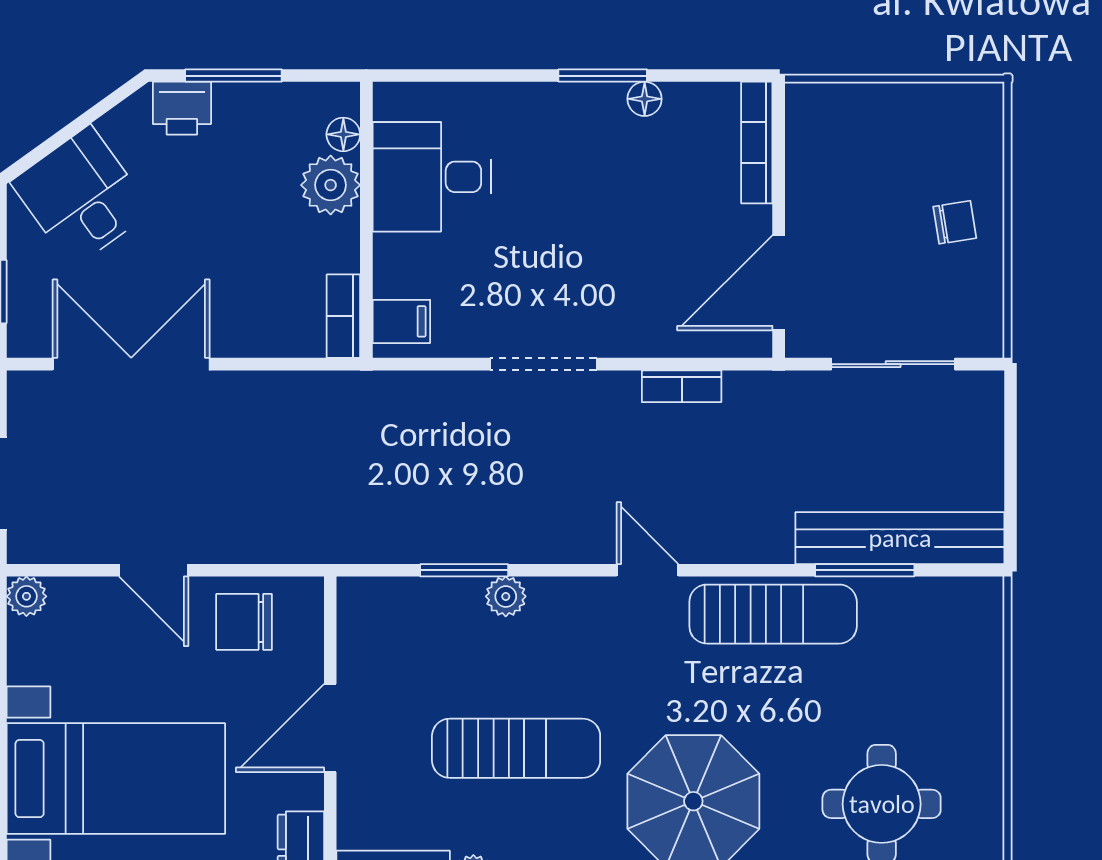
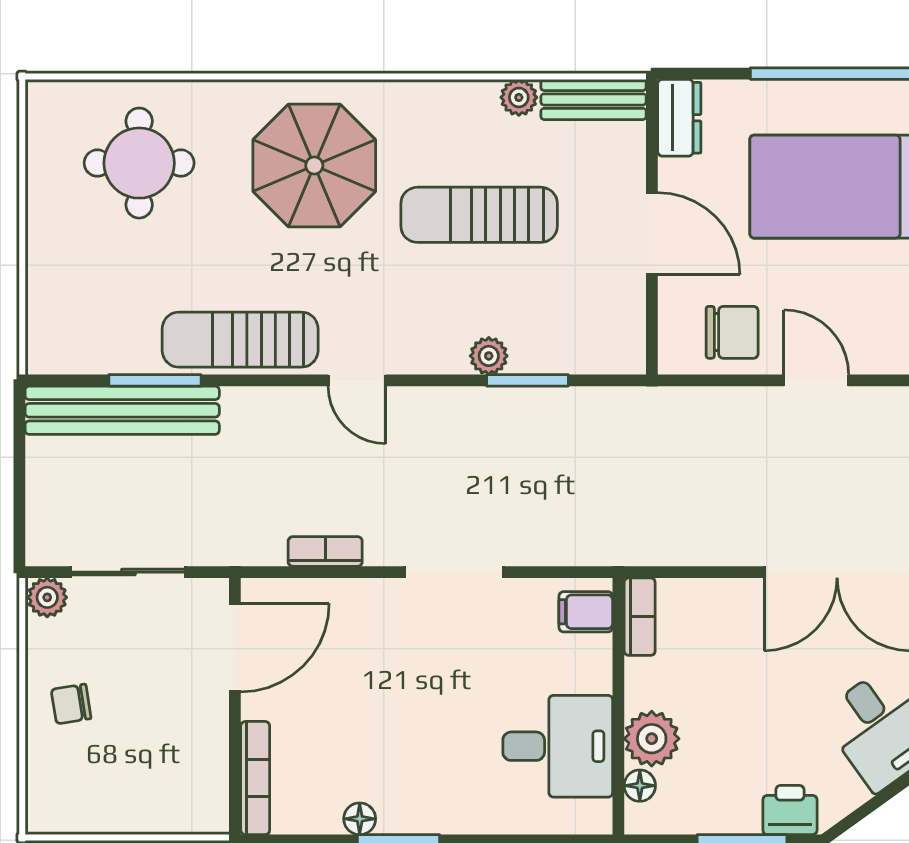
plant: (980, 337) -> (47, 597), added
door: (330, 728) -> (652, 234), hinge flipped

